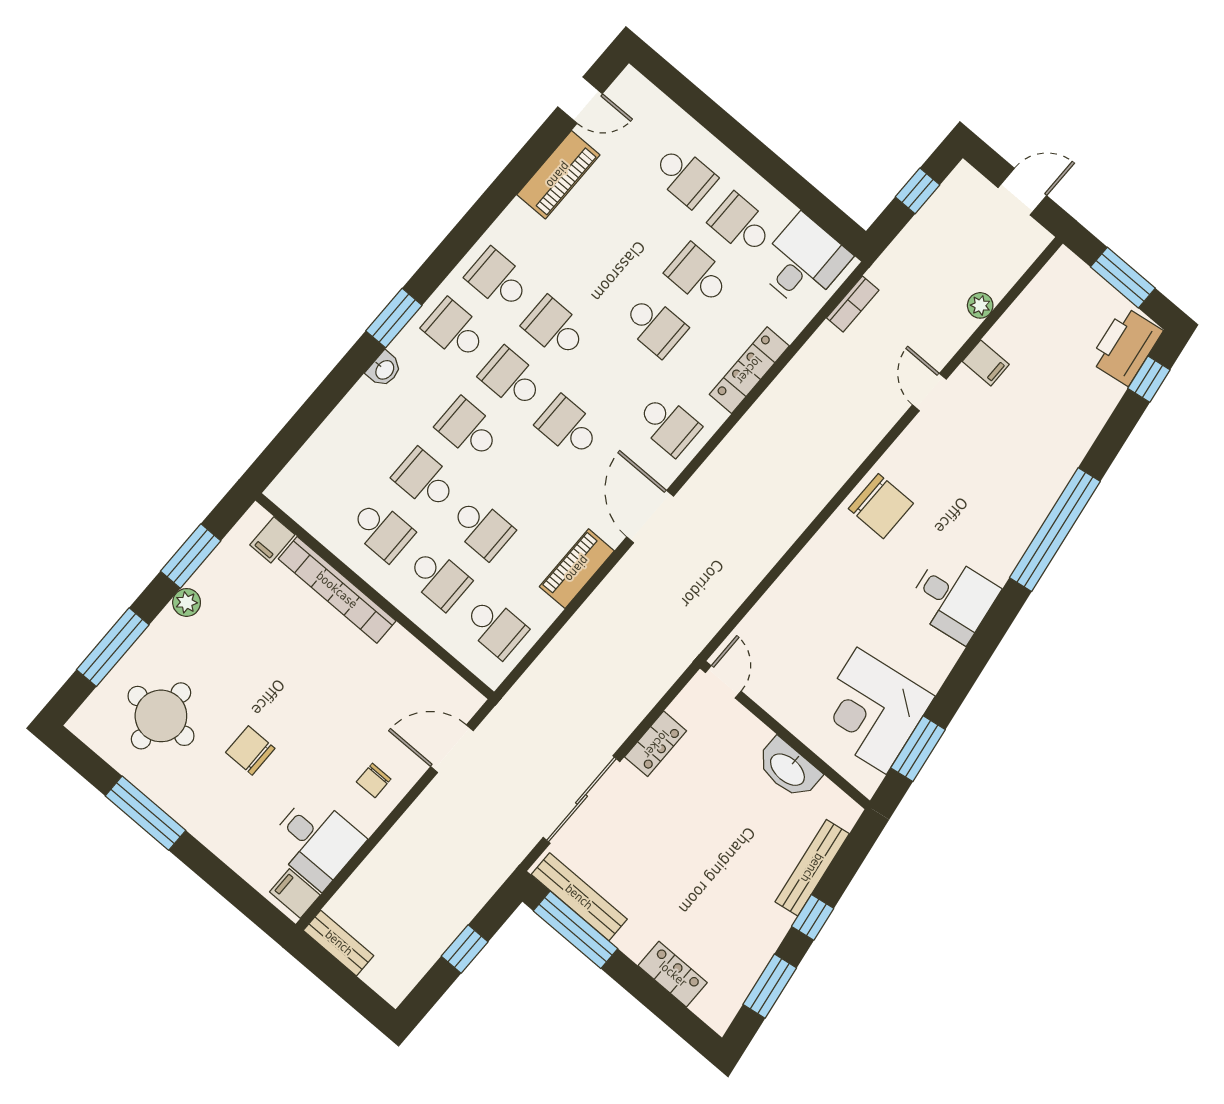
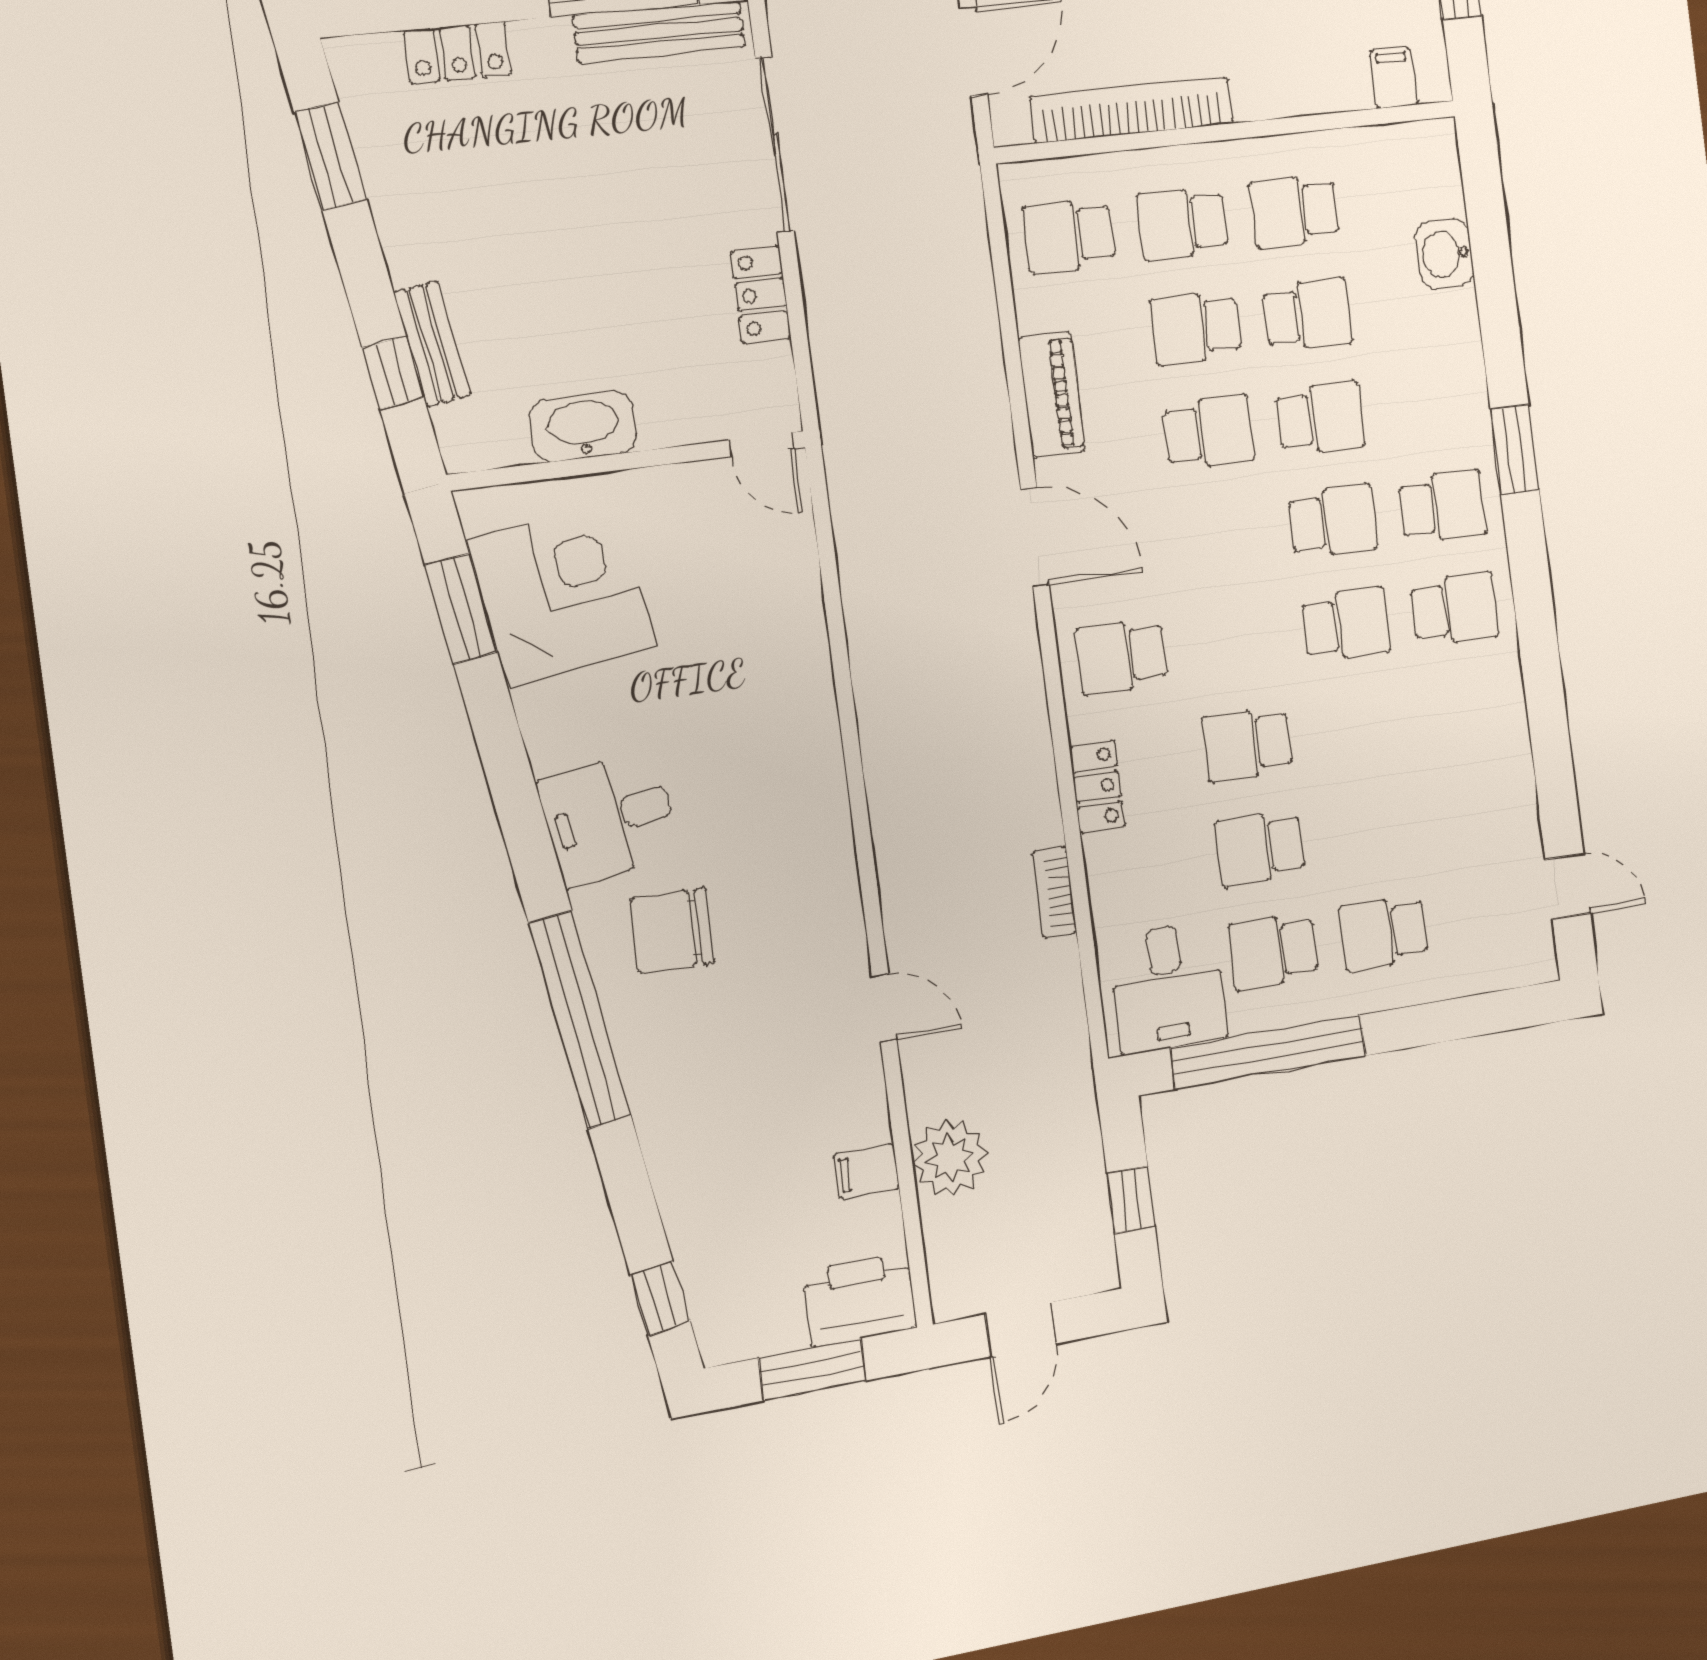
door: (580, 100) -> (1568, 886), swing flipped
piano: (558, 175) -> (1509, 786), removed
window: (791, 184) -> (1269, 1052), added
school desk: (741, 224) -> (1273, 951), turned 180
school desk: (698, 275) -> (1260, 848), turned 180
bookcase: (853, 304) -> (1054, 892), moved
plant: (980, 305) -> (950, 1158), width x1.88, depth x1.88
printer: (1126, 346) -> (860, 1300), moved, turned -81
filing cabinet: (986, 363) -> (866, 1172), moved
washbasin: (384, 369) -> (1445, 254), moved, width x1.38, depth x1.45
locker: (749, 370) -> (1097, 787), width x0.66
school desk: (568, 427) -> (1209, 432), moved
chair: (881, 506) -> (673, 931), moved
bookcase: (337, 590) -> (1132, 110), moved
bench: (812, 868) -> (432, 344), width x0.73
window: (813, 917) -> (393, 373), moved

